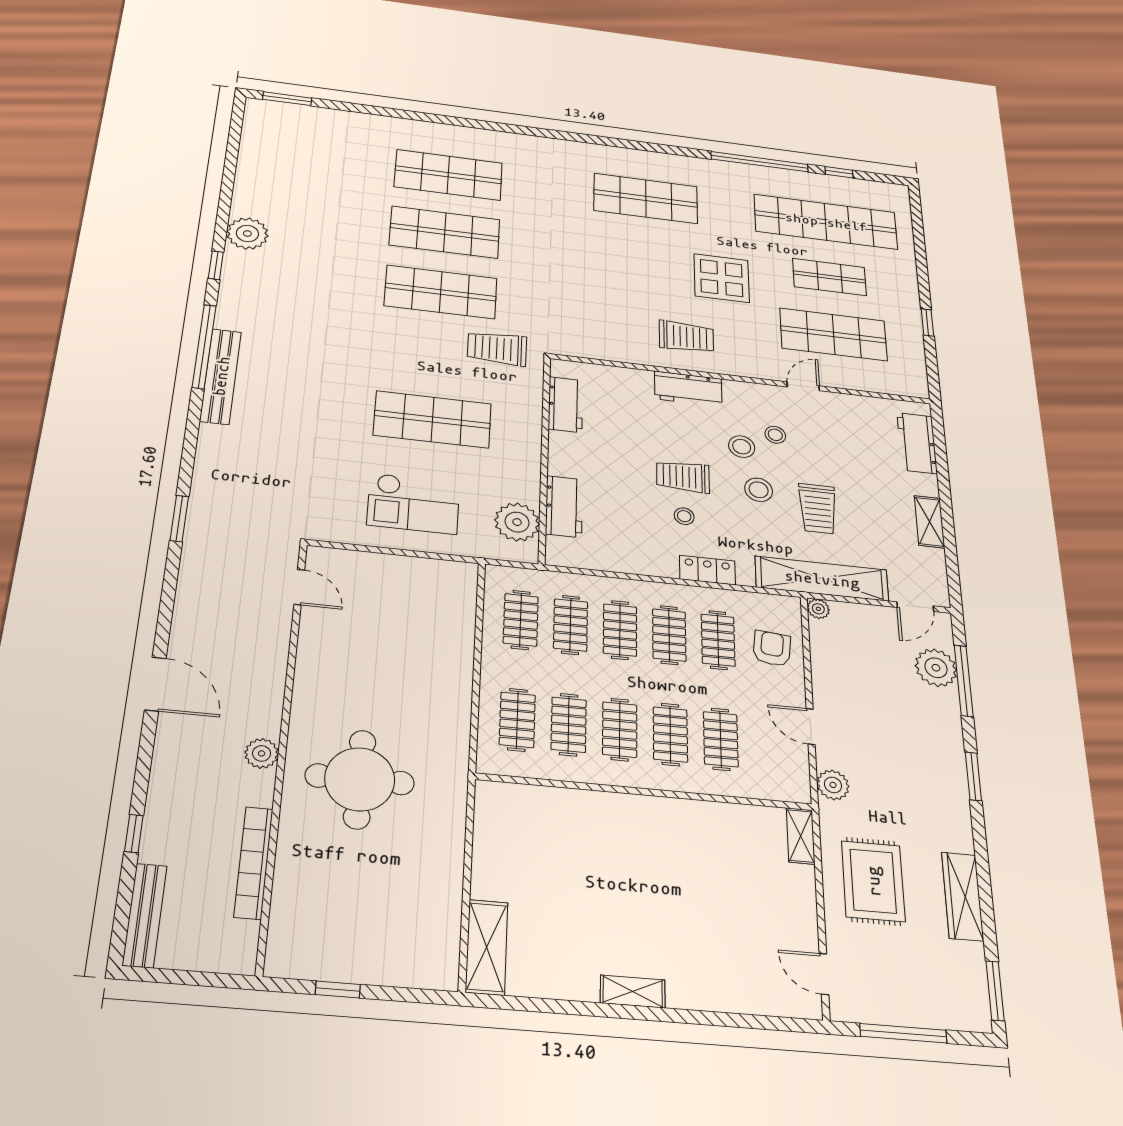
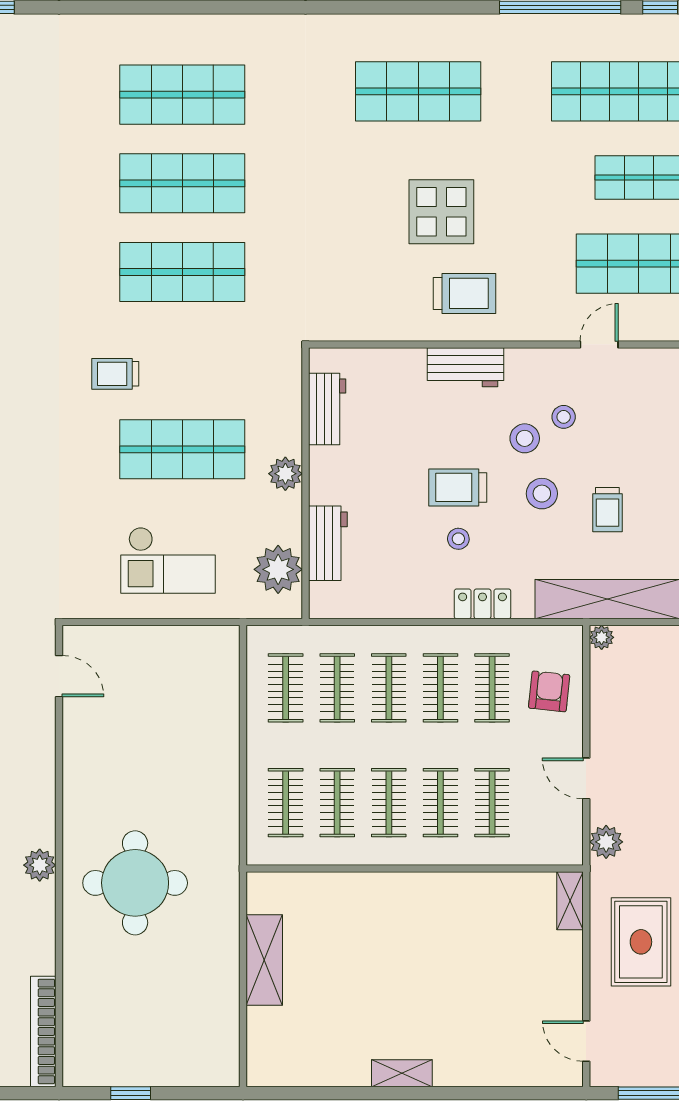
display table: (722, 278) -> (441, 212), moved
trolley: (497, 348) -> (115, 374), moved, width x0.73, depth x0.72
plant: (526, 449) -> (285, 474), added
trolley: (818, 509) -> (607, 510), width x0.73, depth x0.72
bookcase: (254, 863) -> (43, 1031), moved
shelving: (487, 947) -> (264, 960), moved

